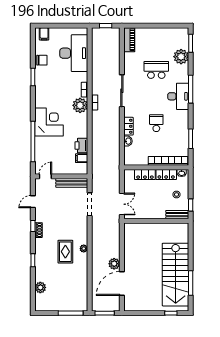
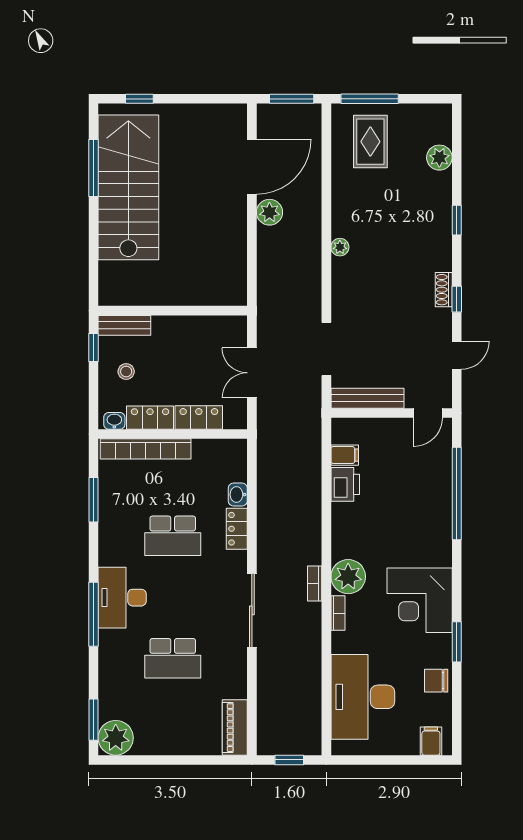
plant: (181, 57) -> (116, 738), moved
corner desk: (49, 122) -> (420, 600), moved
school desk: (156, 123) -> (173, 536), width x1.85
double door: (122, 204) -> (252, 373), moved
rug: (65, 252) -> (370, 142), moved

